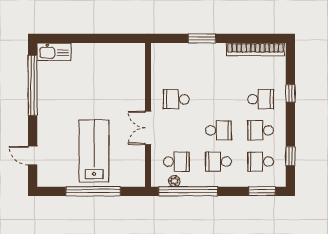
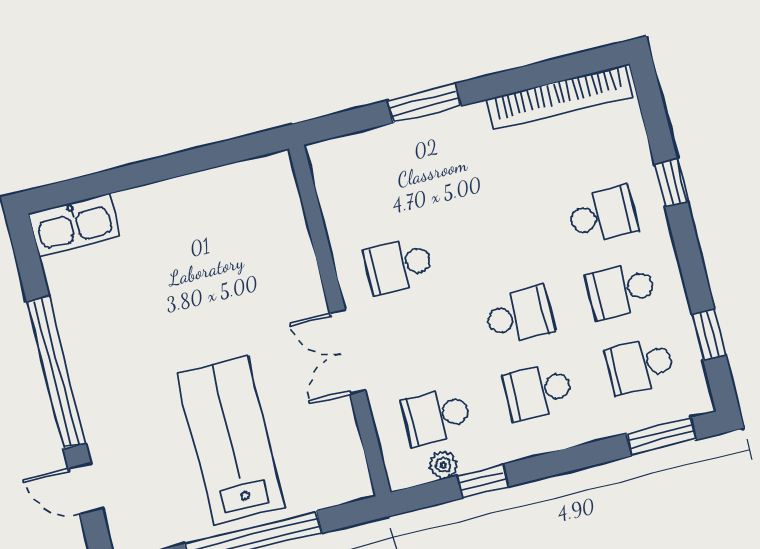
window: (33, 85) -> (56, 372), moved
school desk: (176, 162) -> (436, 416), turned 180
window: (188, 191) -> (483, 481), width x0.32

